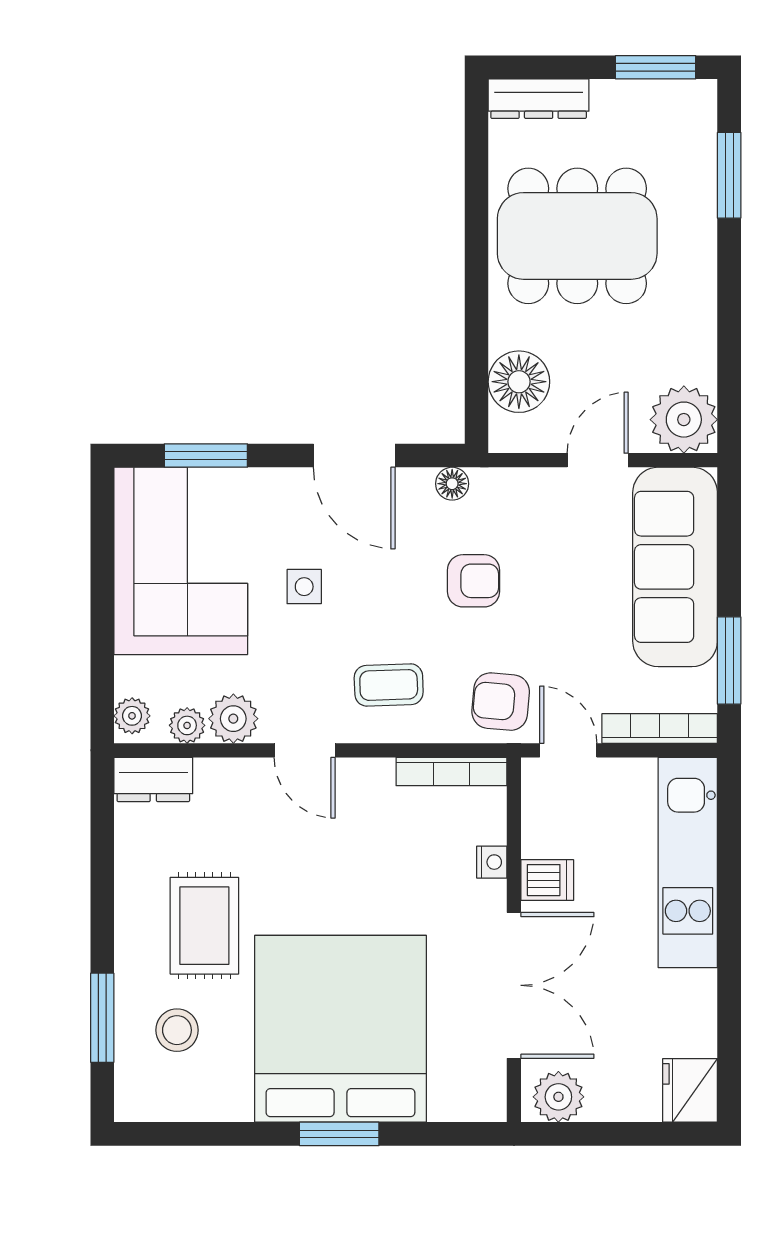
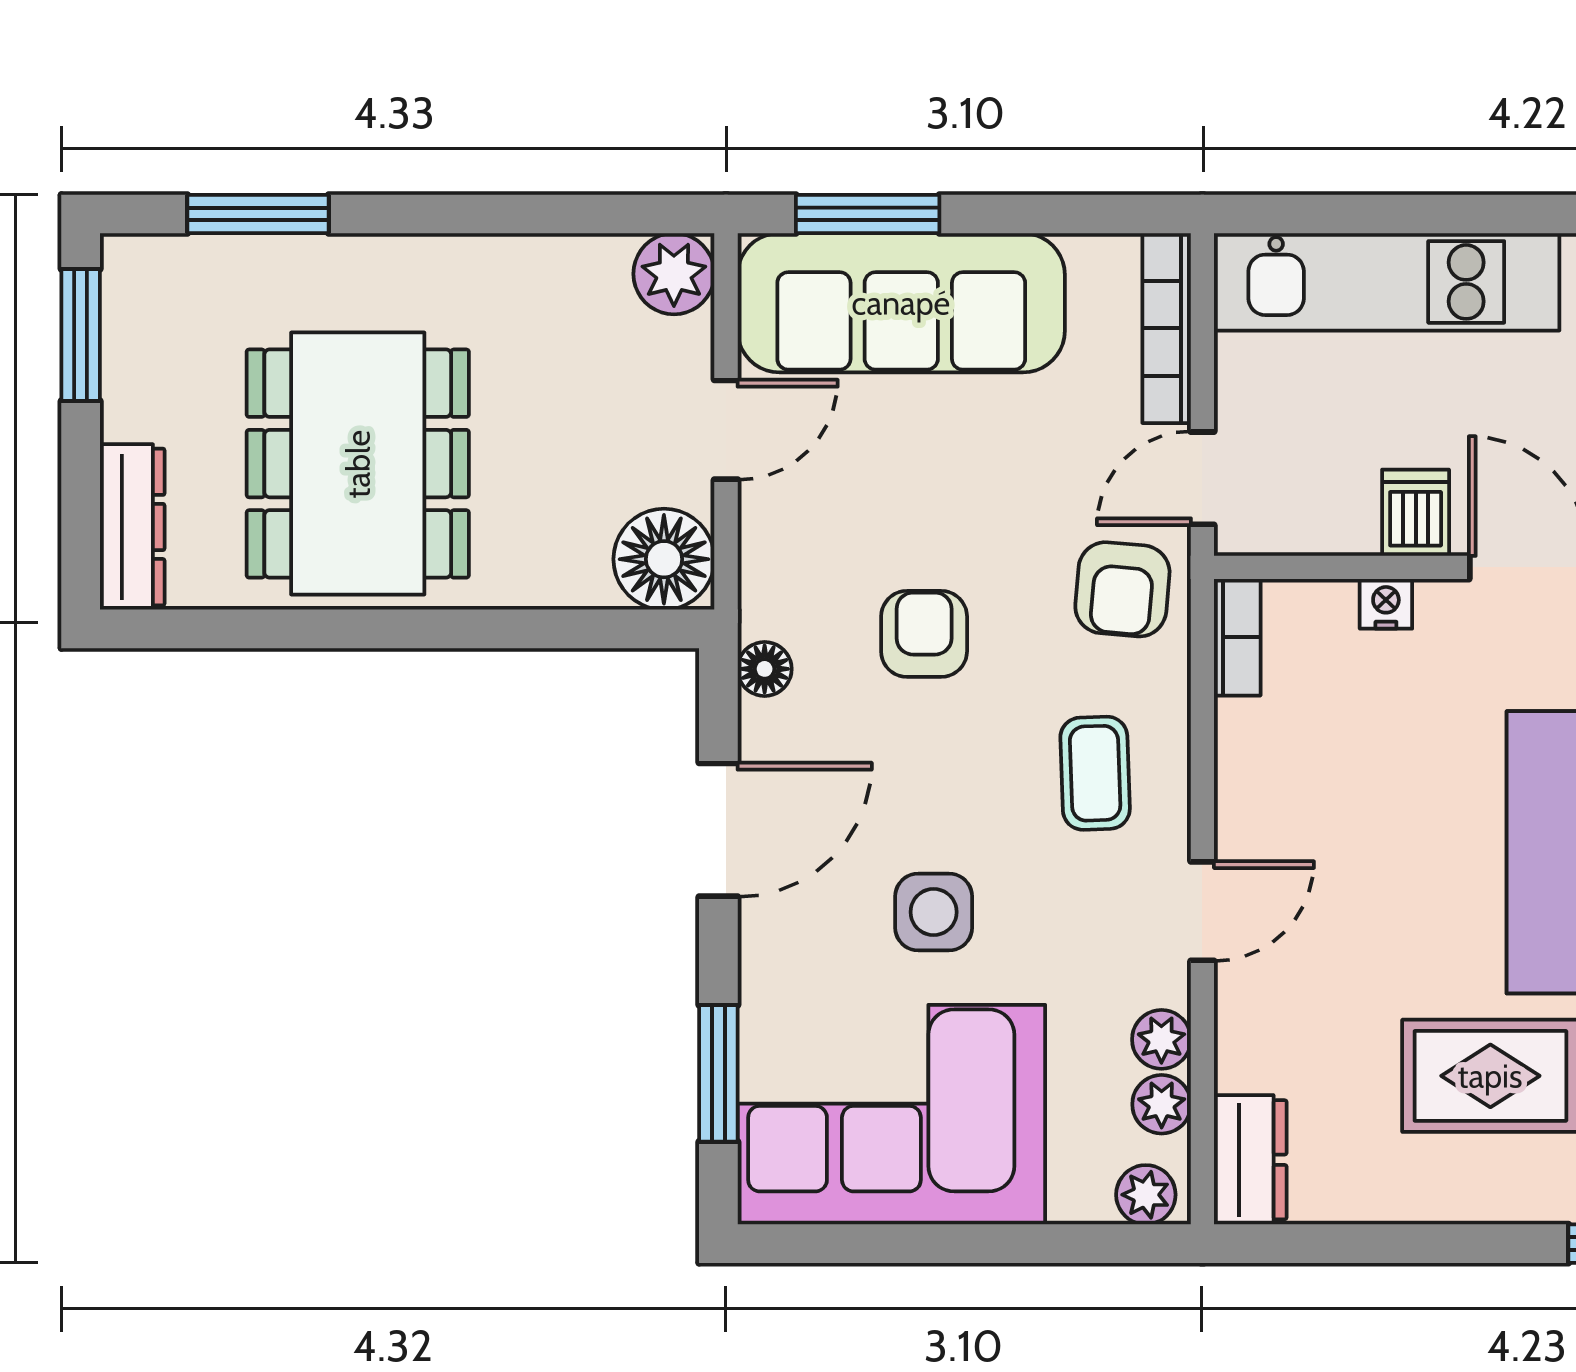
floor lamp: (519, 382) -> (664, 559), moved
plant: (684, 420) -> (674, 274), width x0.73, depth x0.73
door: (598, 460) -> (726, 430), swing flipped
side table: (304, 587) -> (934, 912), width x1.37, depth x1.37
window: (729, 660) -> (868, 214), moved
plant: (233, 719) -> (1161, 1039), width x0.73, depth x0.73
bookcase: (451, 771) -> (1237, 637), width x0.64

